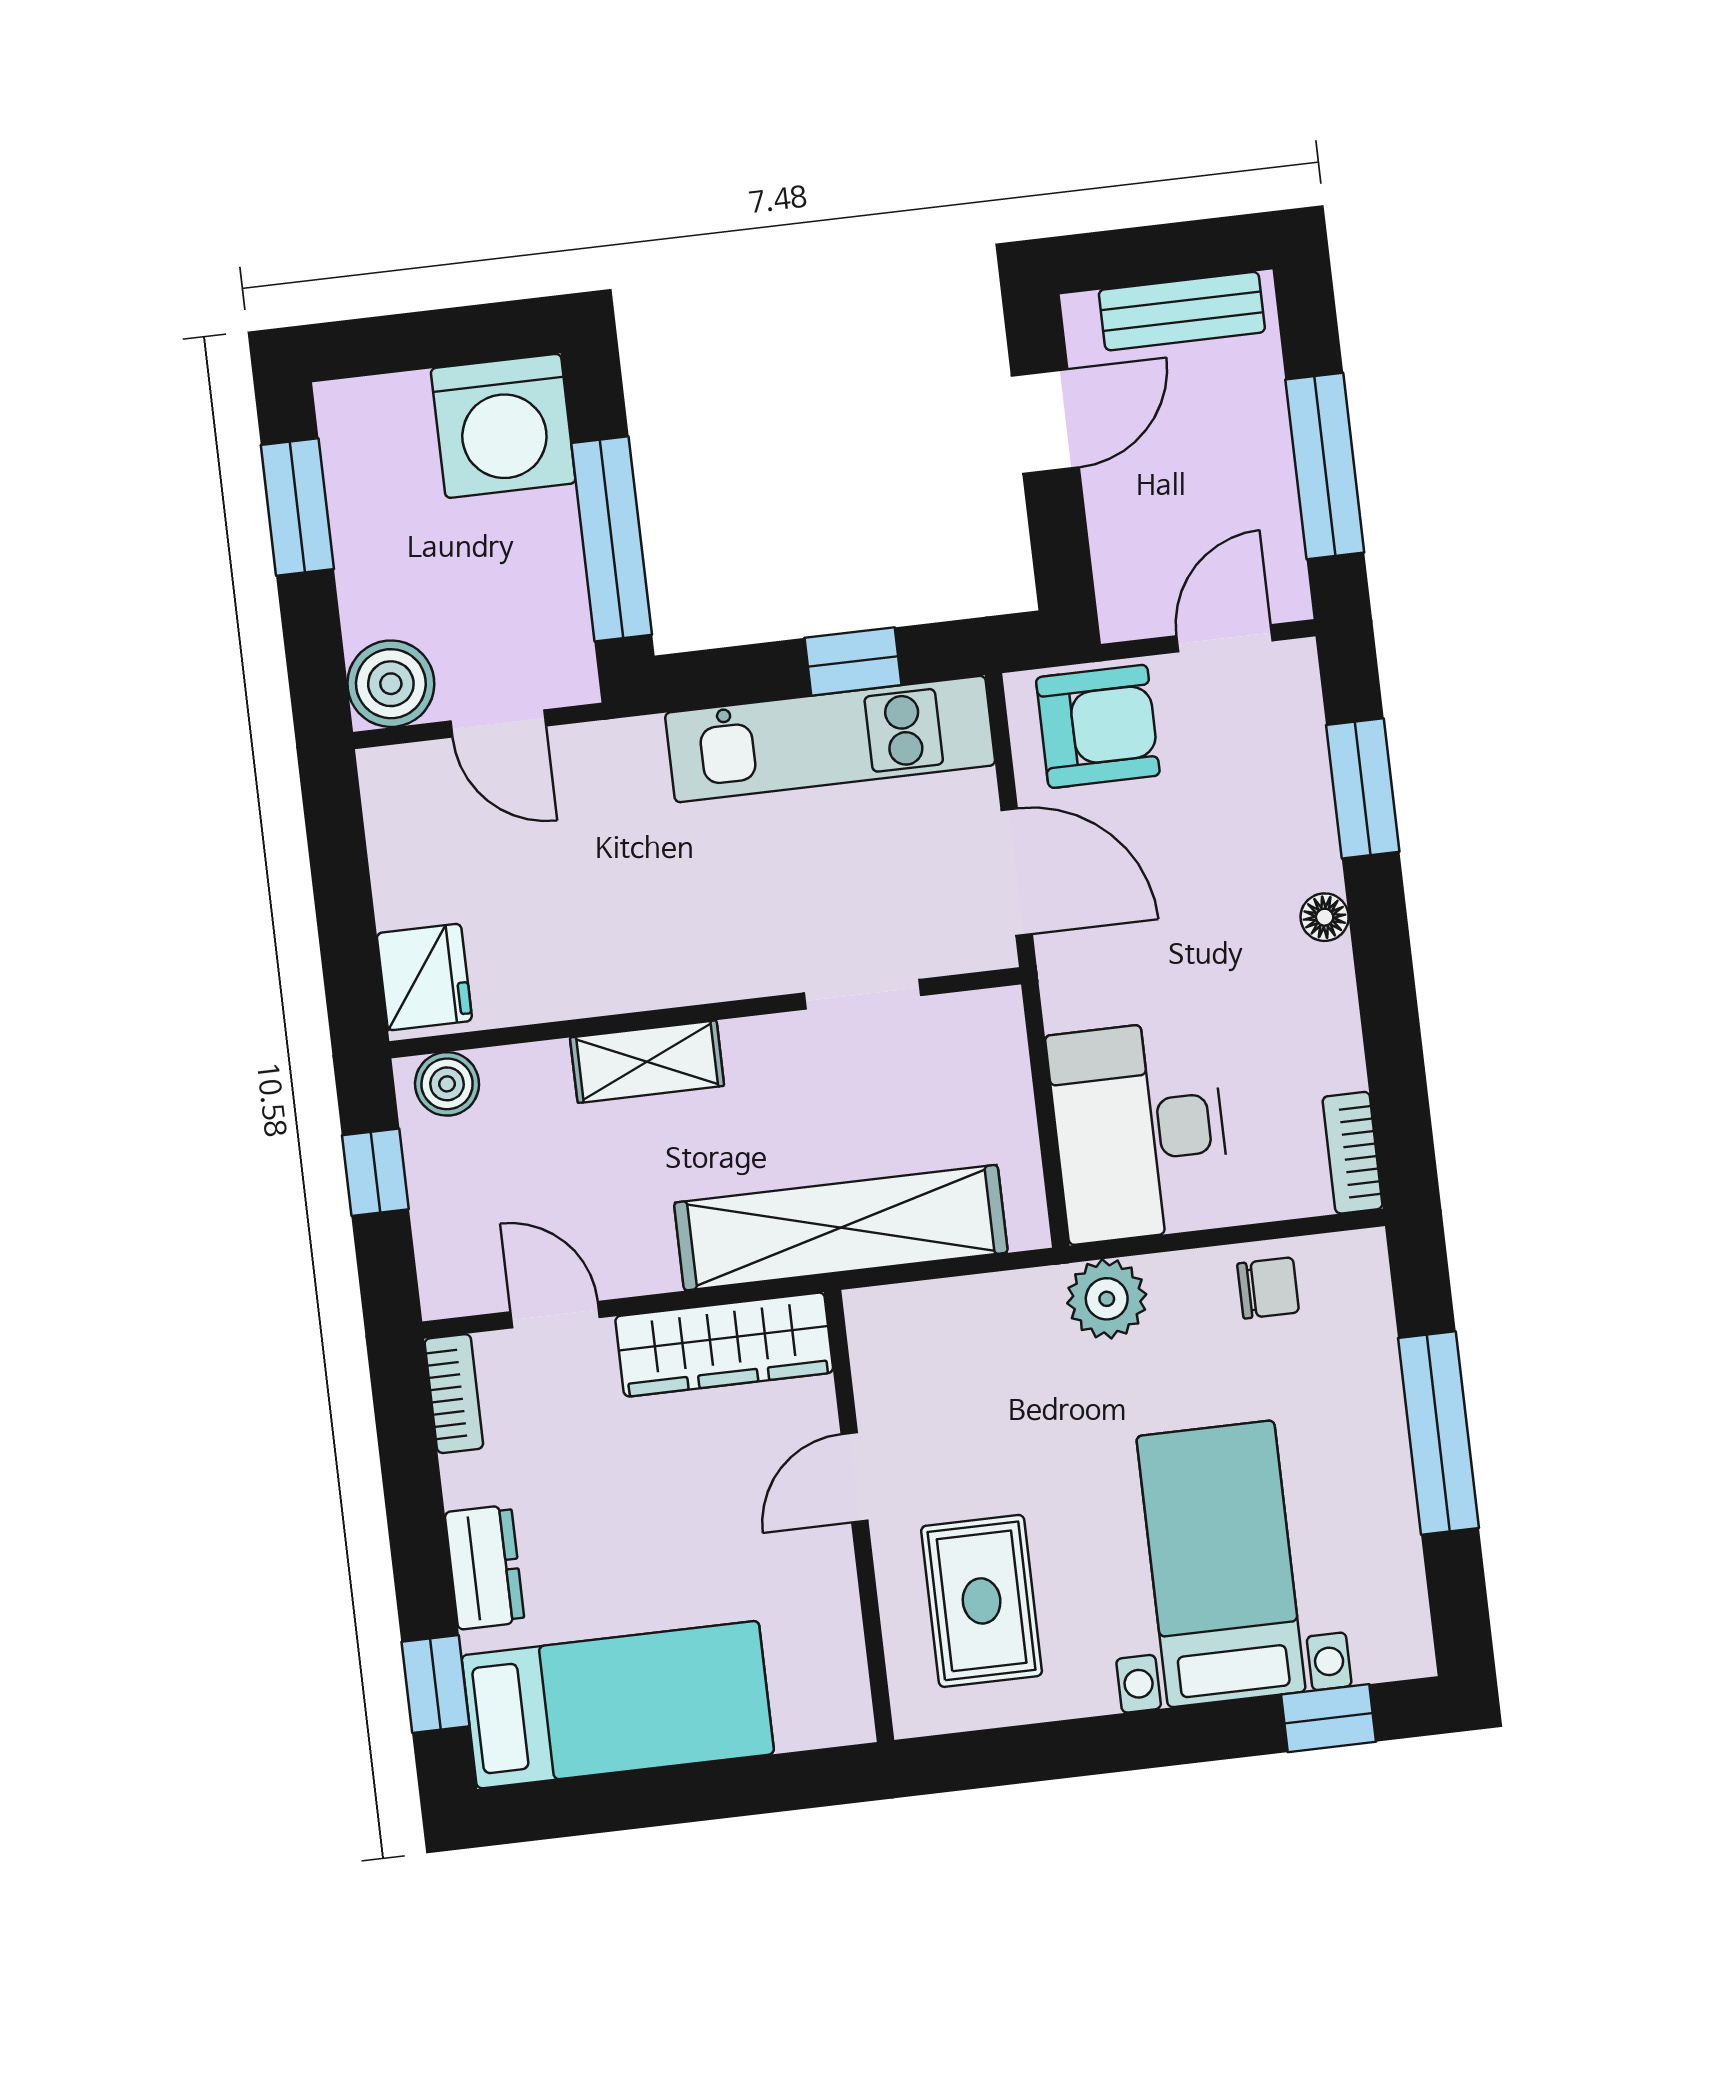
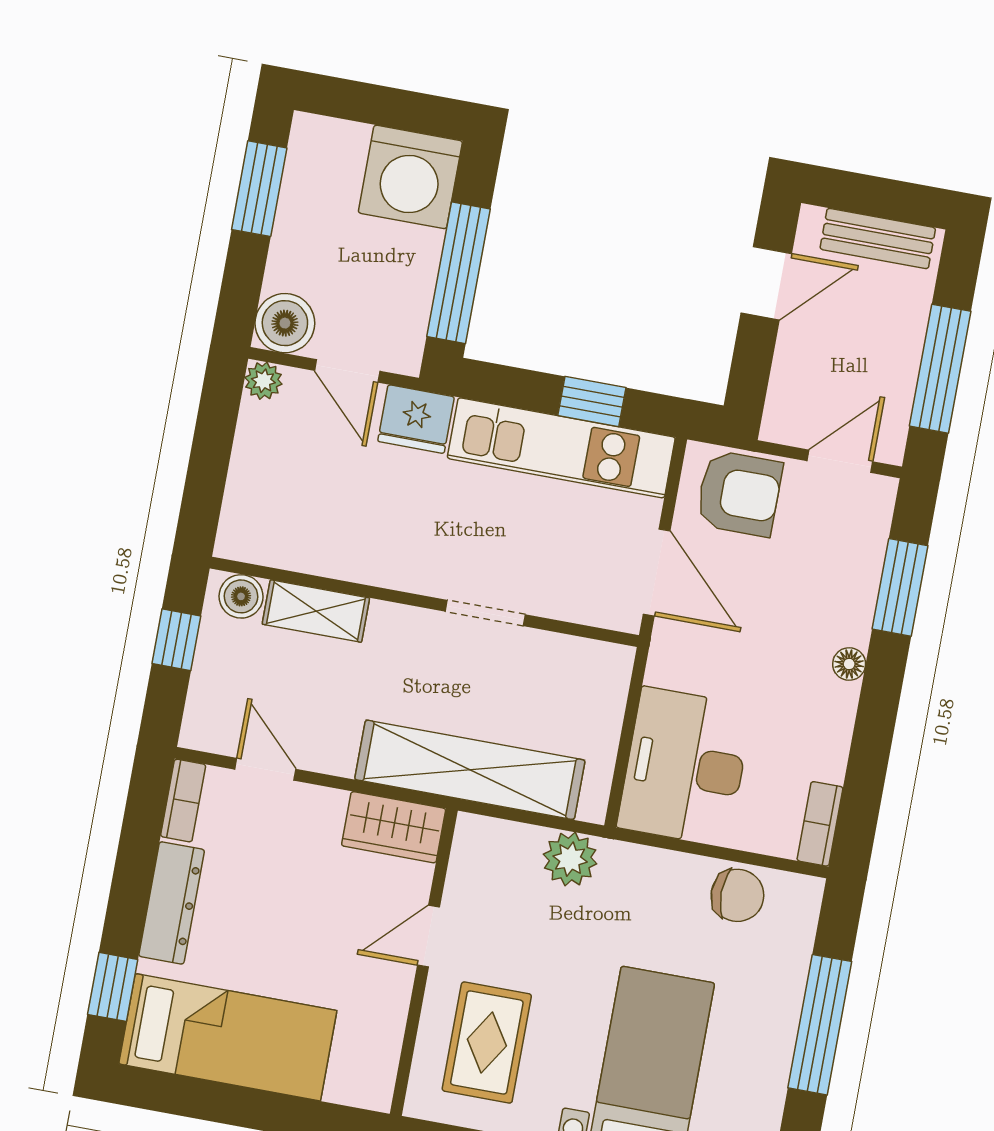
plant: (386, 773) -> (263, 381), added
fridge: (424, 977) -> (416, 419), moved, turned 90
doorway: (863, 994) -> (485, 613), moved
shelving: (647, 1062) -> (316, 611), moved
chair: (1268, 1288) -> (737, 895), width x1.37, depth x1.37
plant: (1107, 1299) -> (570, 859), moved
wardrobe: (724, 1345) -> (394, 827), width x0.67
dresser: (485, 1567) -> (172, 903), width x1.44

